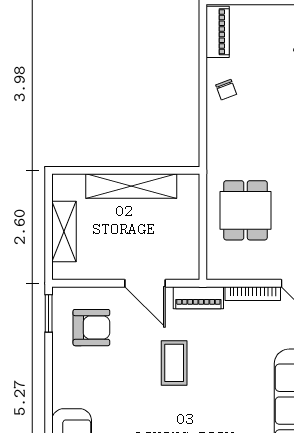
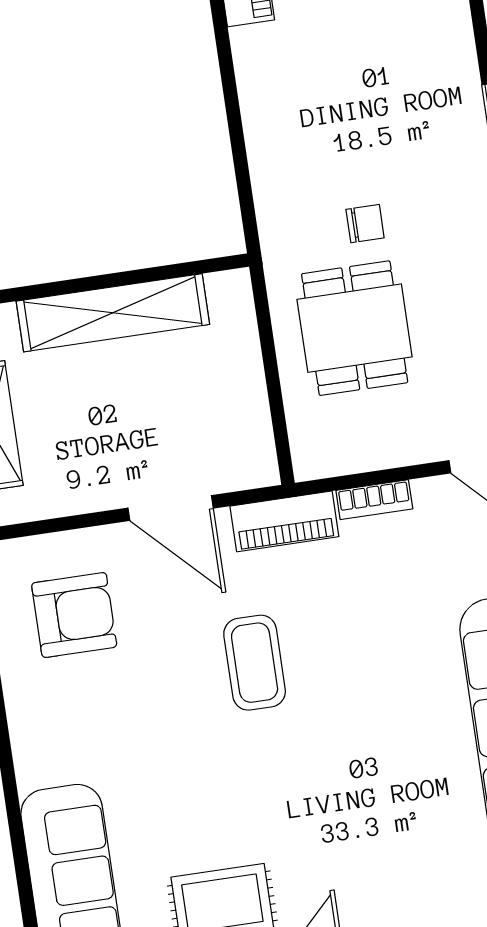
chair: (226, 90) -> (365, 224), moved, turned -69
bookcase: (253, 294) -> (374, 500), width x0.64

